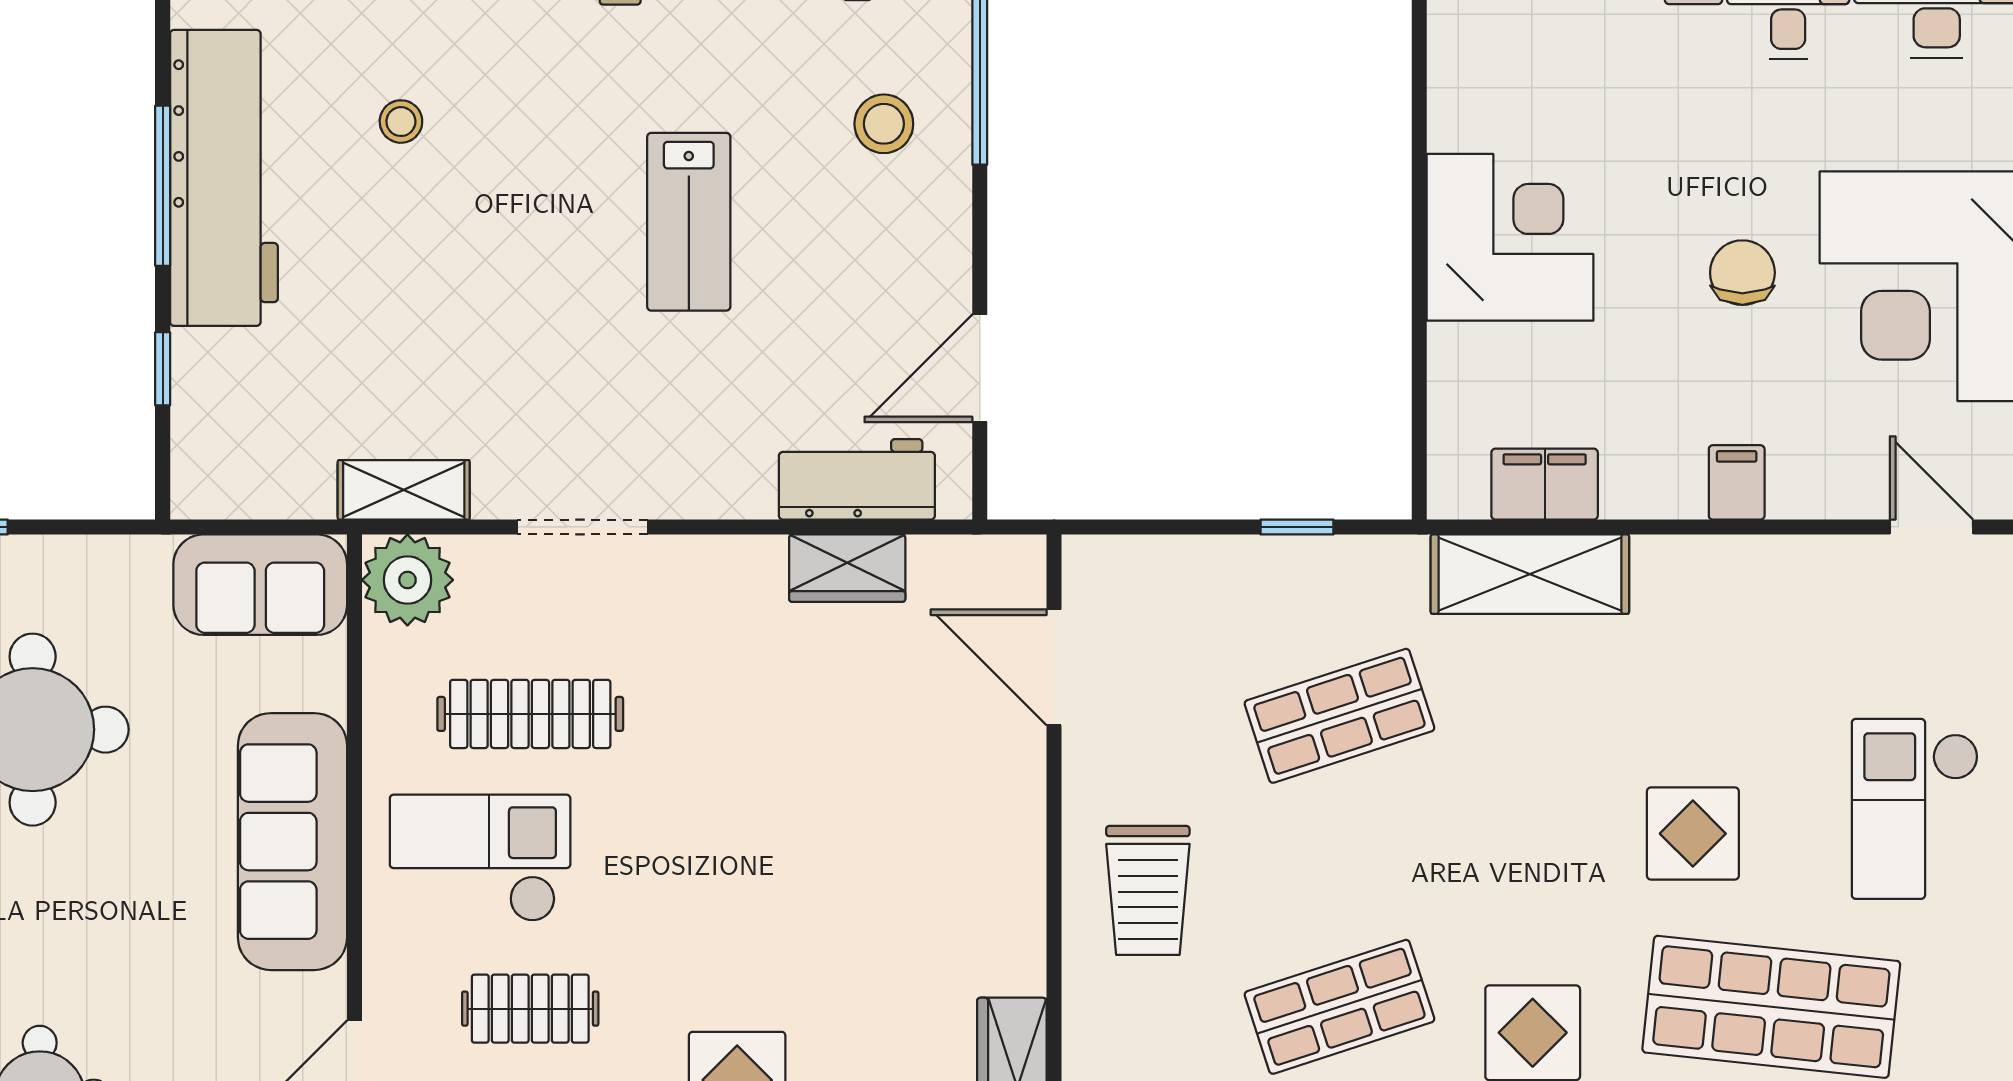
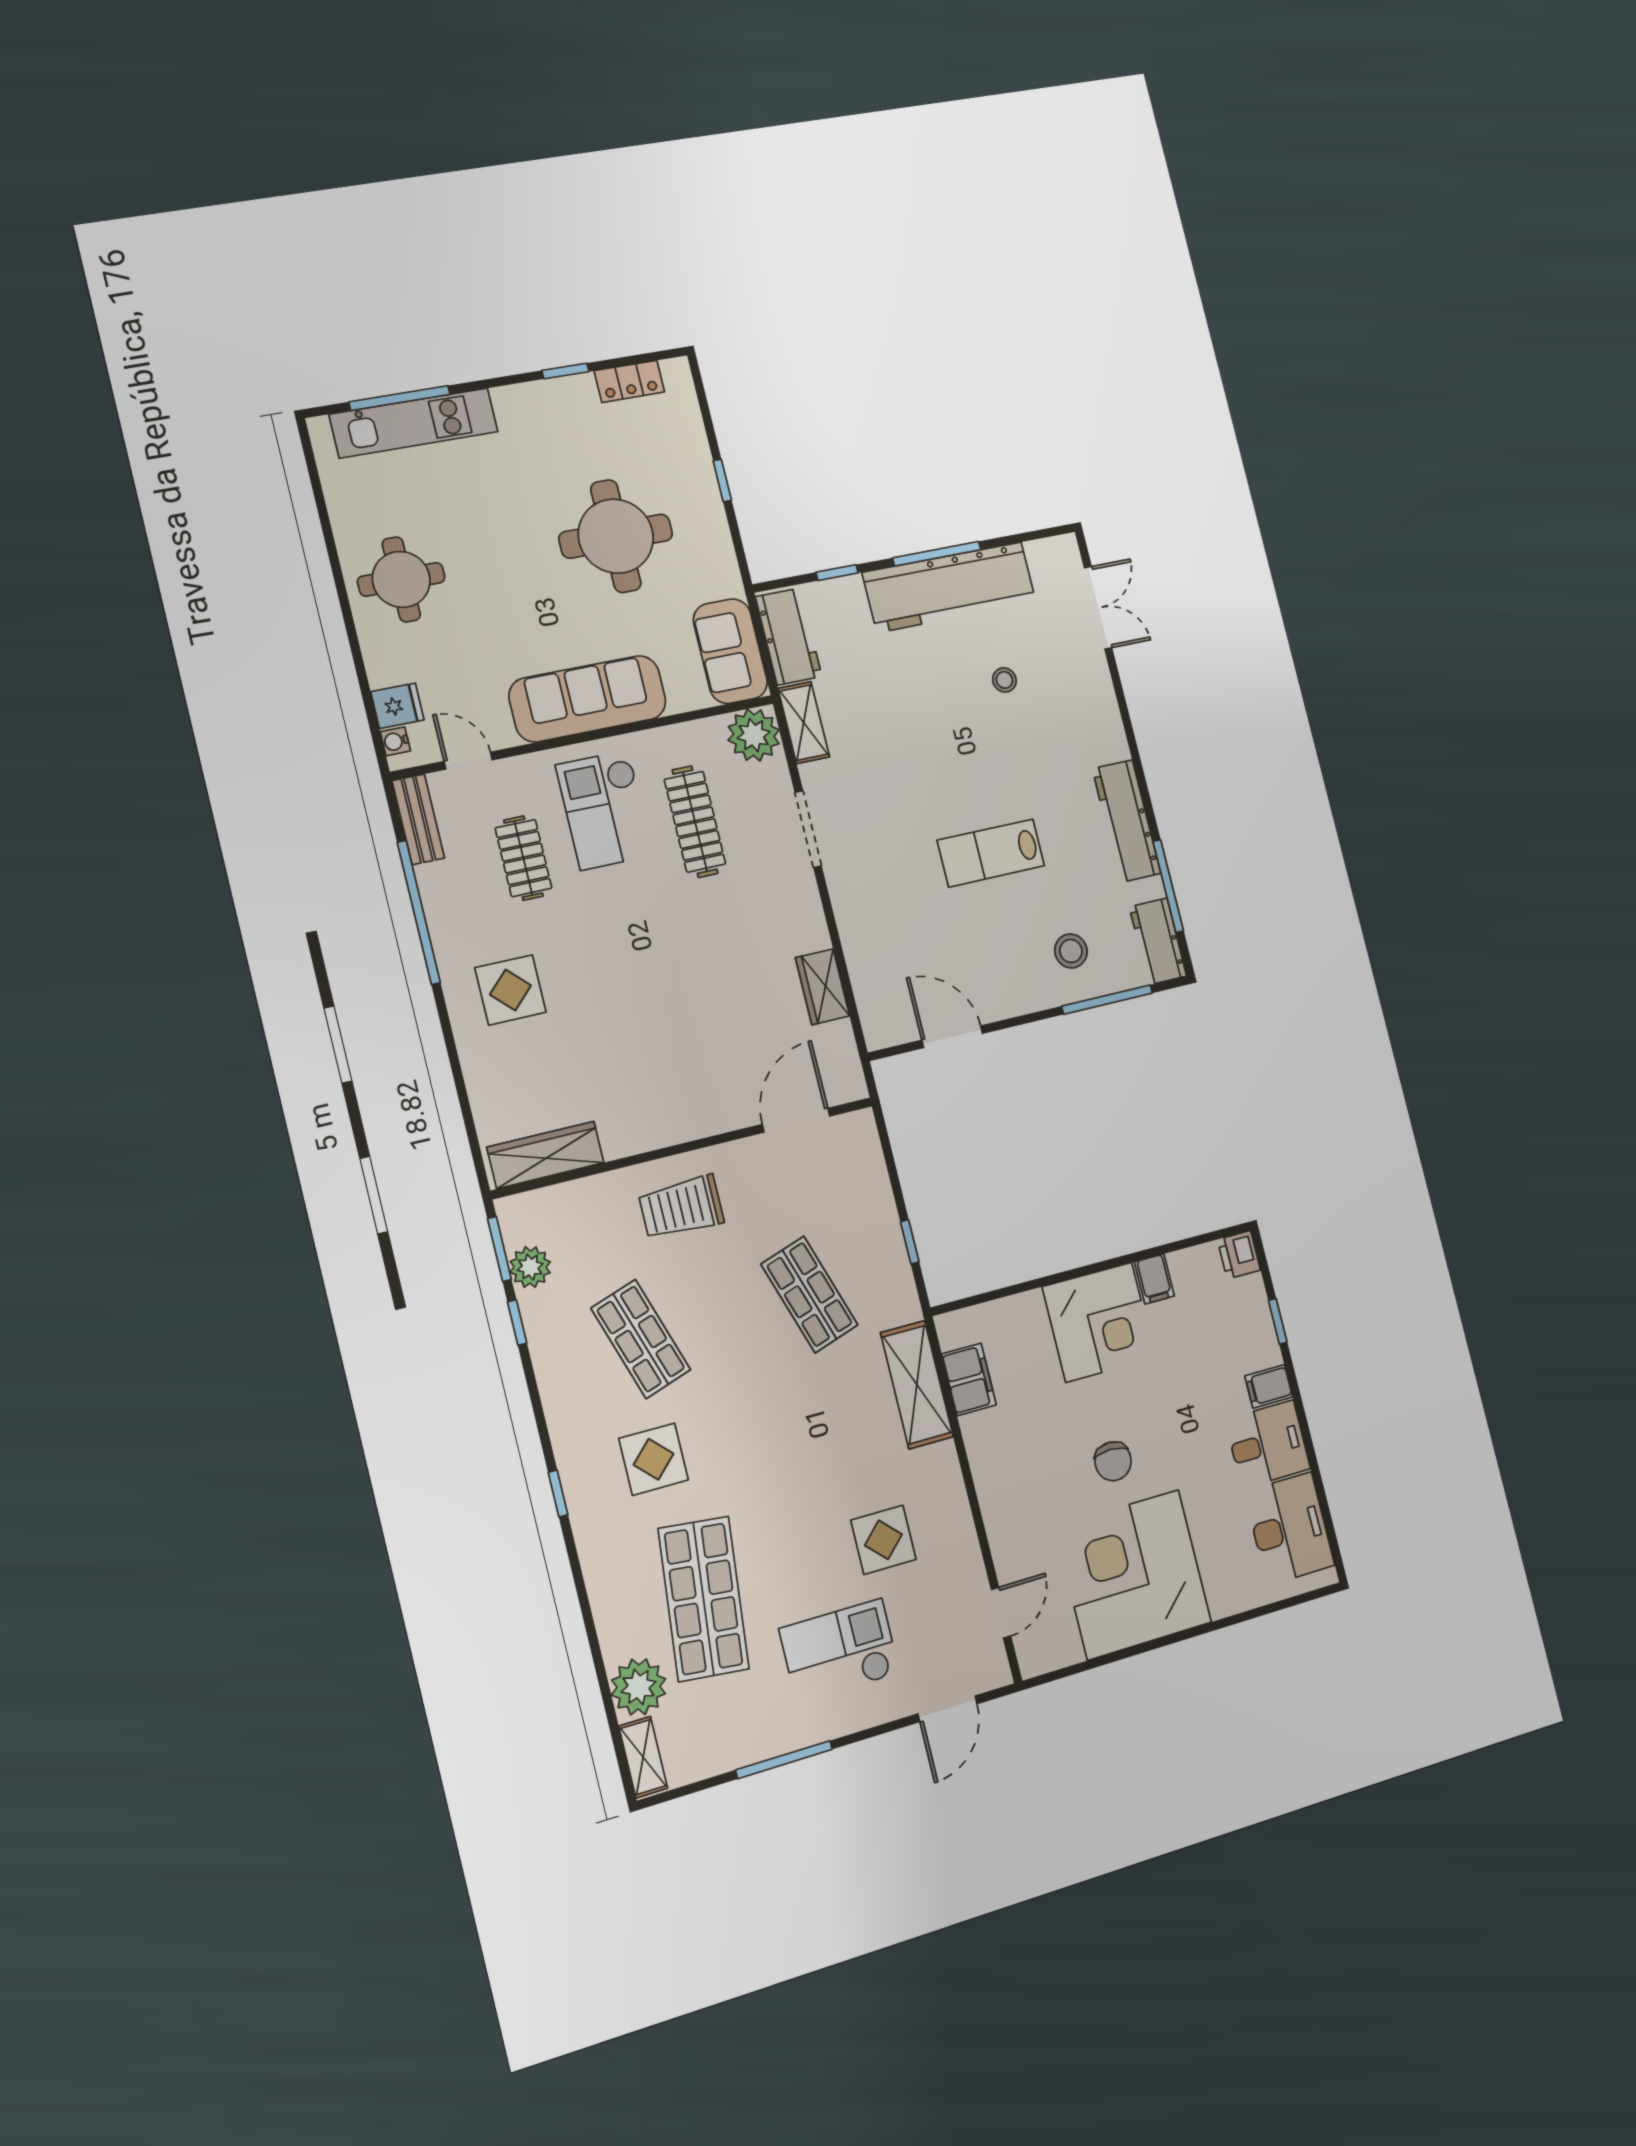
chair: (1742, 273) -> (1113, 1461), turned 90
workbench: (857, 479) -> (789, 637), moved
filing cabinet: (1737, 482) -> (1154, 1279), moved, turned 90
display table: (1693, 834) -> (883, 1540), moved
checkout: (480, 858) -> (605, 810), turned 180

